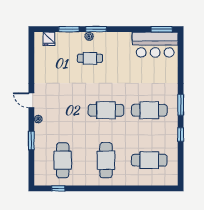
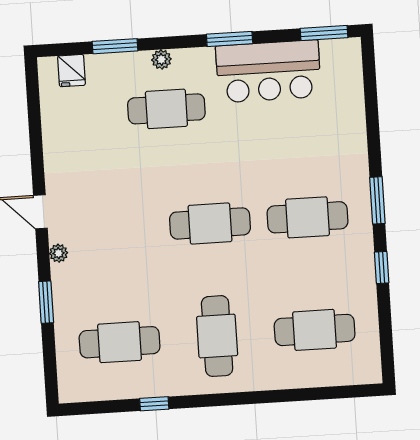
window: (96, 29) -> (230, 39), moved
bar counter: (155, 45) -> (268, 71), moved
cafe table: (90, 58) -> (166, 109), width x1.37, depth x1.35
cafe table: (63, 160) -> (120, 342), turned 90
window: (58, 188) -> (154, 404), moved

